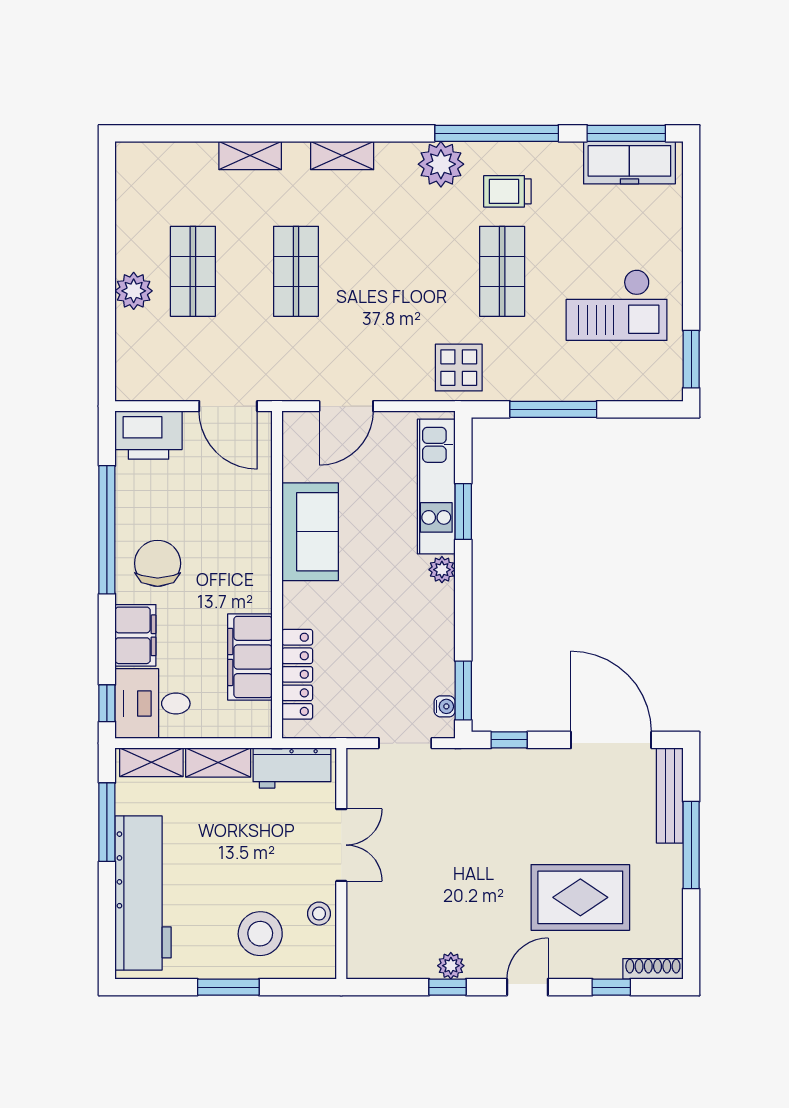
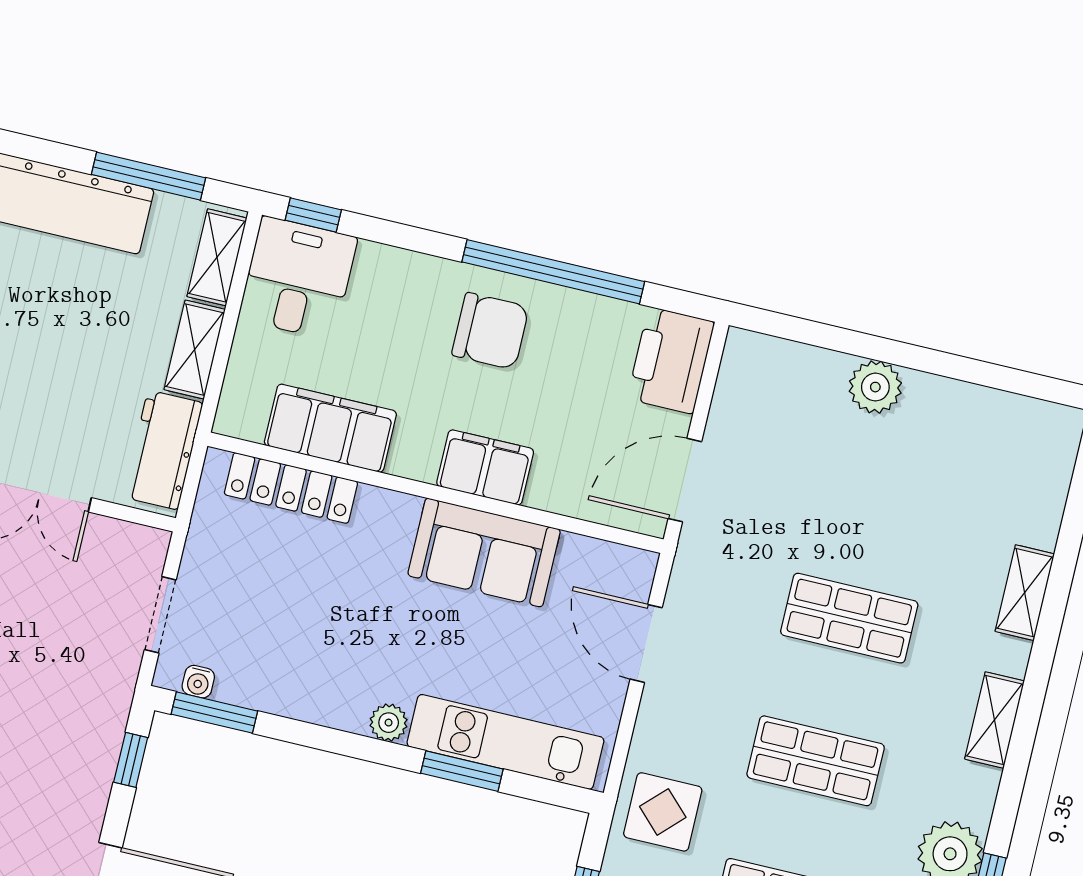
shop shelf: (193, 271) -> (816, 761), moved
filing cabinet: (135, 635) -> (485, 467), moved, turned 180

